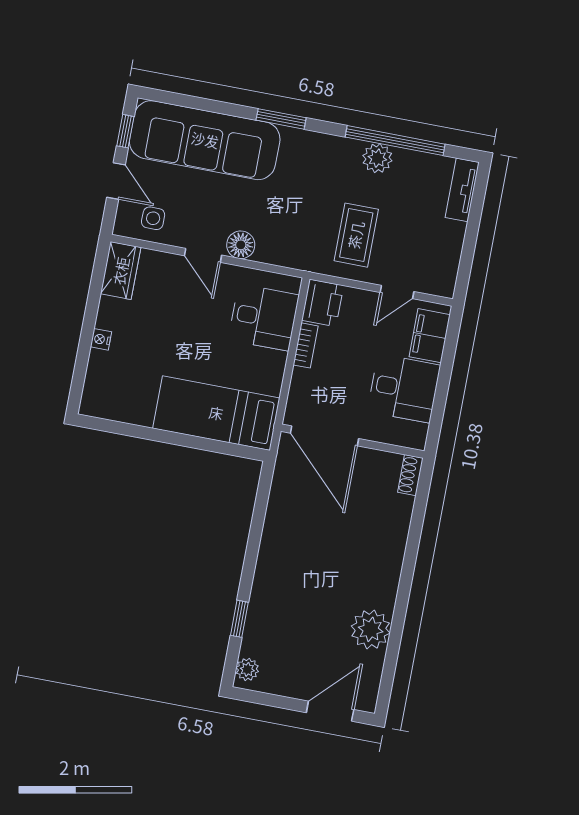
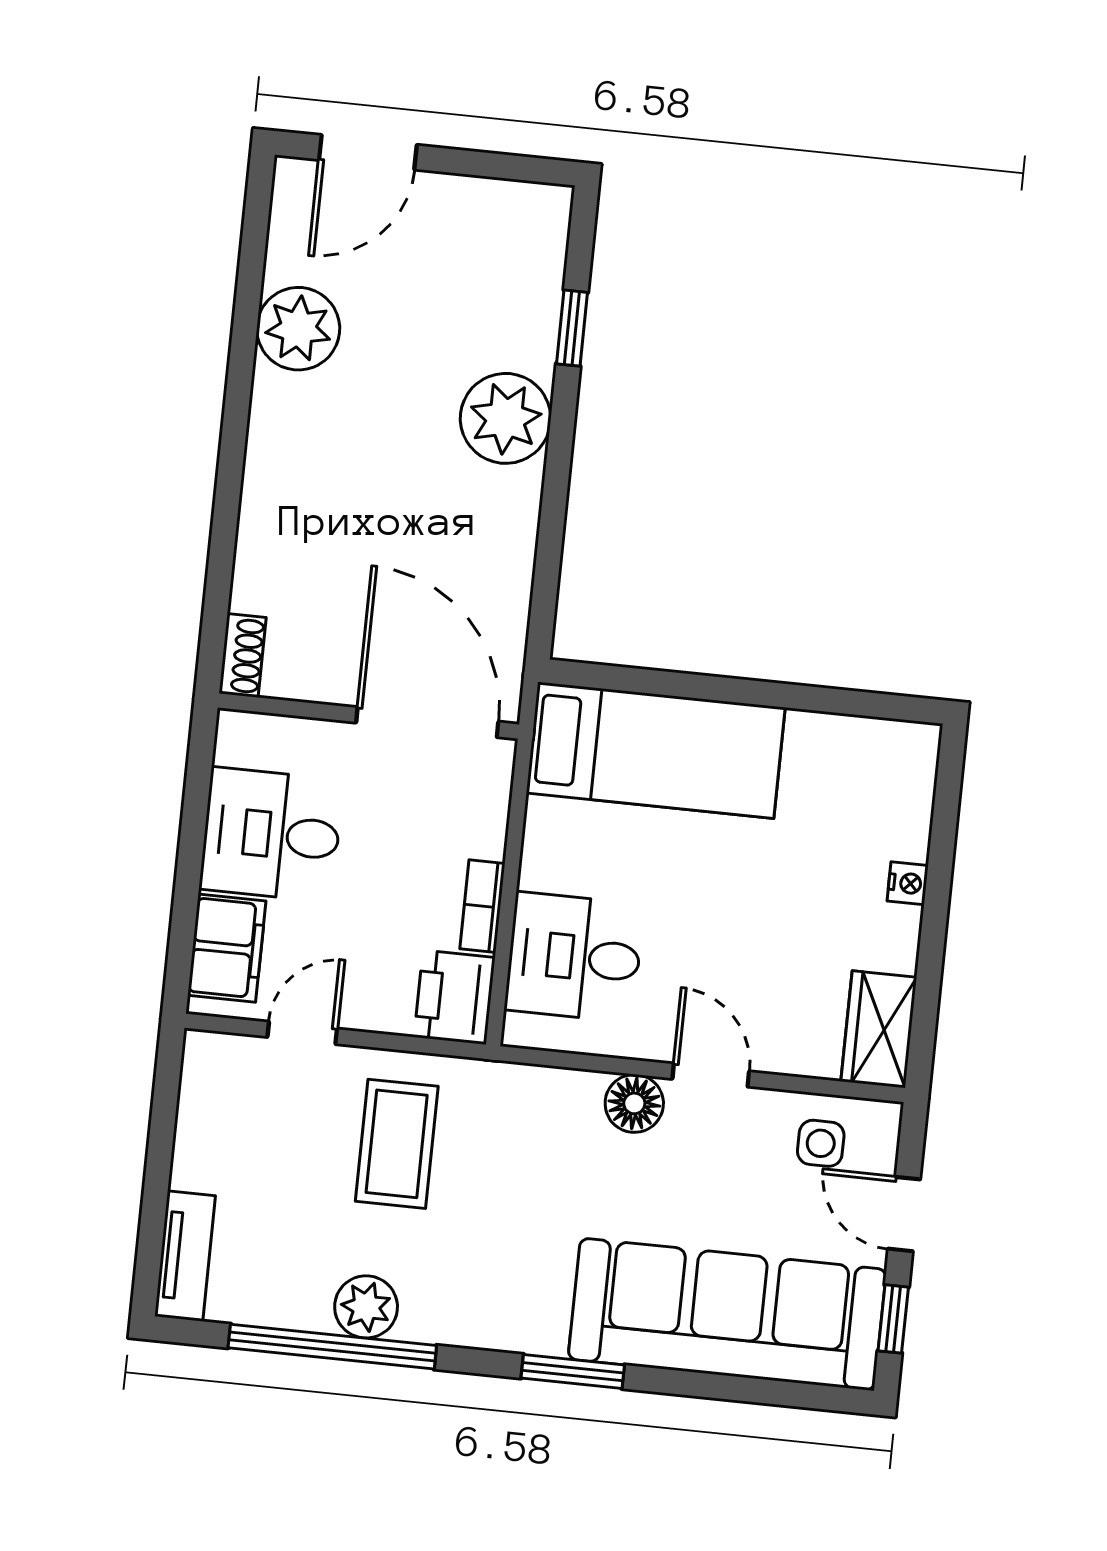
plant: (247, 669) -> (506, 418), moved, width x1.88, depth x1.88

